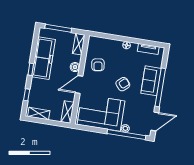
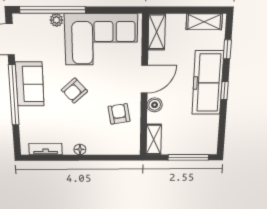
freezer: (43, 58) -> (208, 83), moved
sofa: (151, 81) -> (30, 84), moved

